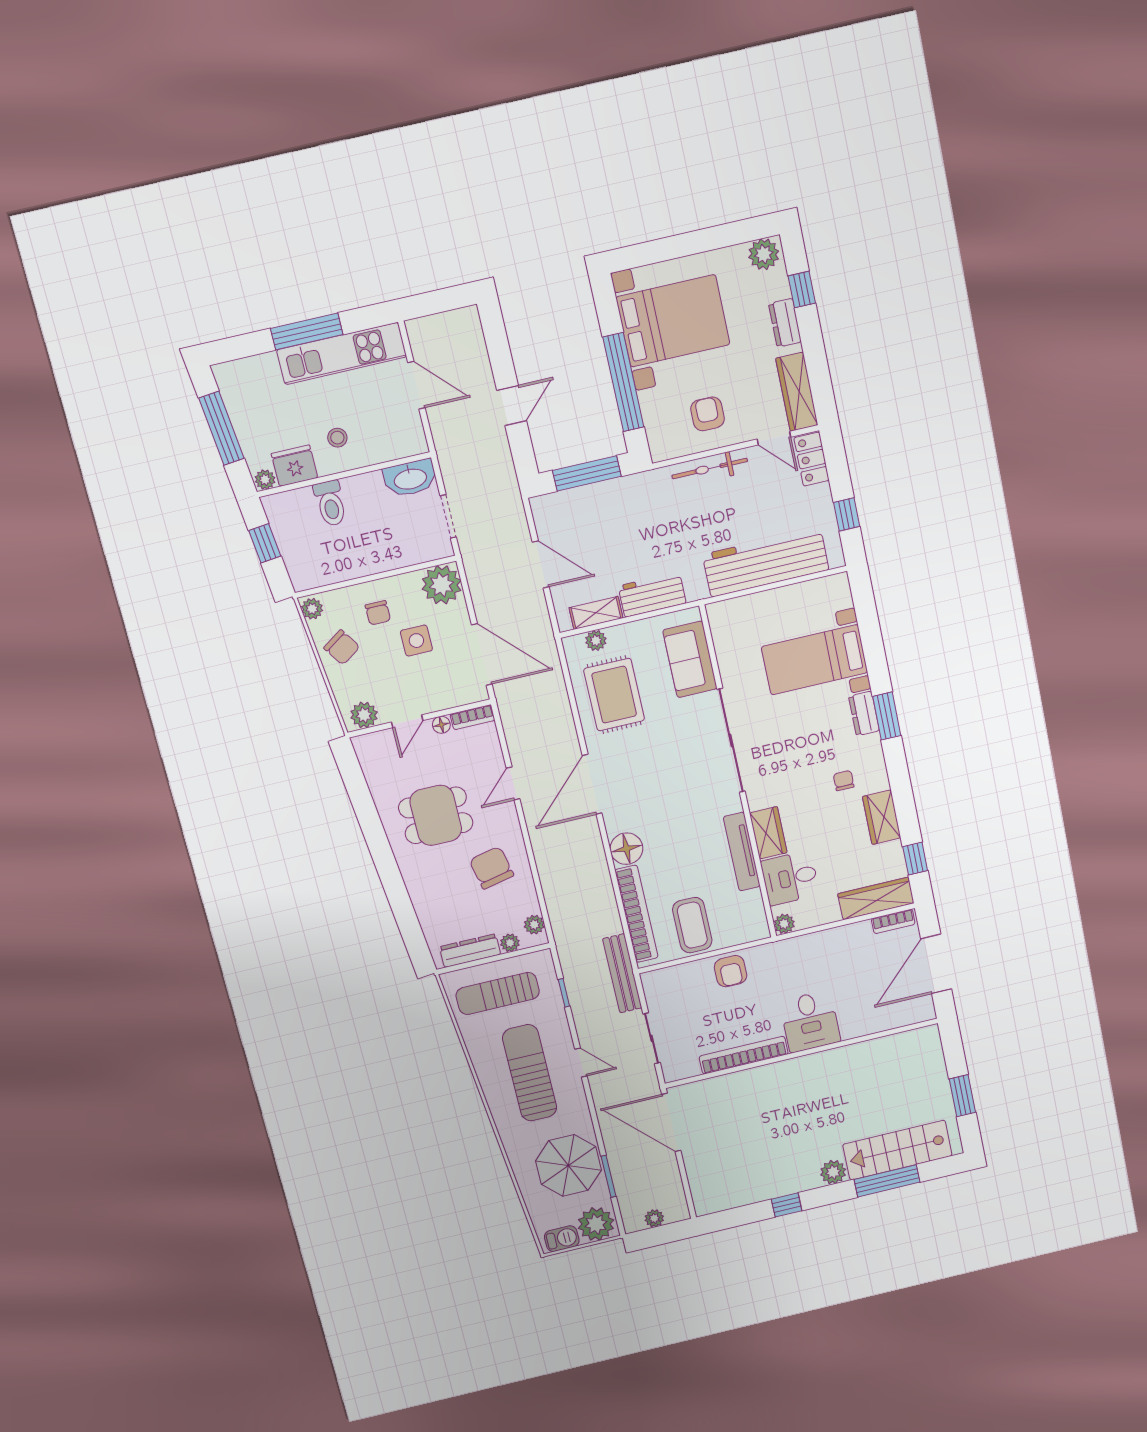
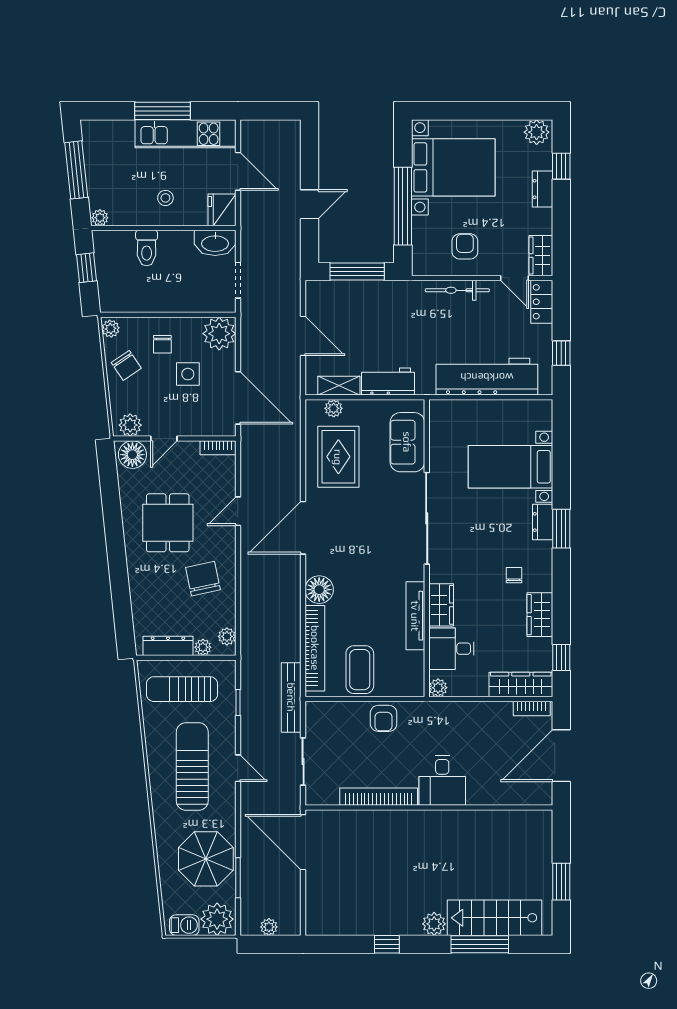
wardrobe: (797, 392) -> (541, 256), width x0.67
fridge: (294, 466) -> (222, 210), moved, turned -90
floor lamp: (441, 725) -> (132, 455), moved, width x1.89, depth x1.89
dining table: (436, 815) -> (168, 523), turned 90

